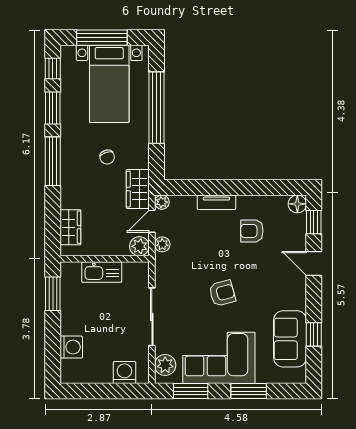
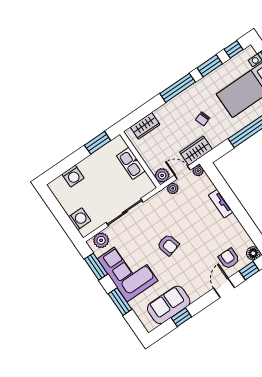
armchair: (252, 231) -> (229, 259), moved

